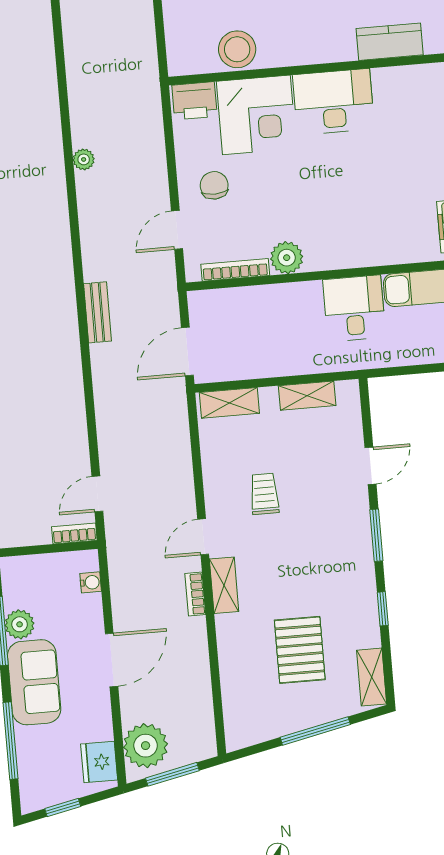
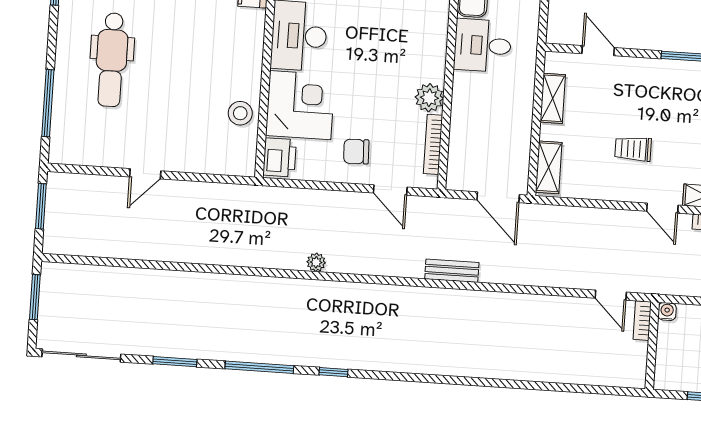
stool: (237, 49) -> (240, 113), width x0.73, depth x0.73
door: (370, 466) -> (598, 51), moved
water cooler: (91, 582) -> (667, 311), moved

